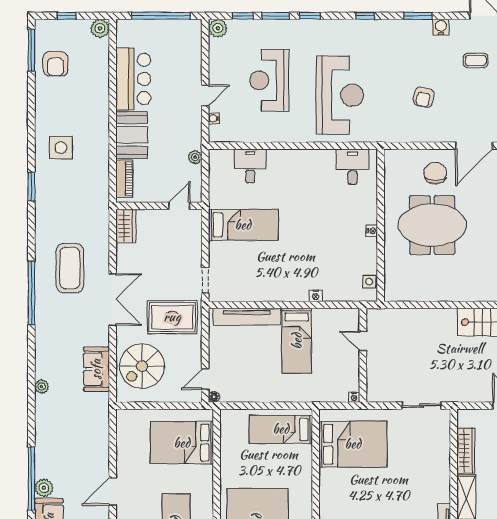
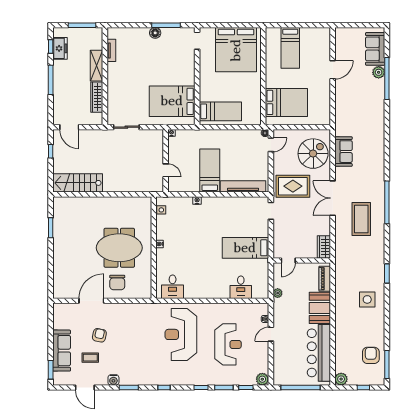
bar counter: (133, 79) -> (319, 353), width x1.36
armchair: (424, 97) -> (99, 335), moved
plant: (42, 386) -> (380, 140), removed

